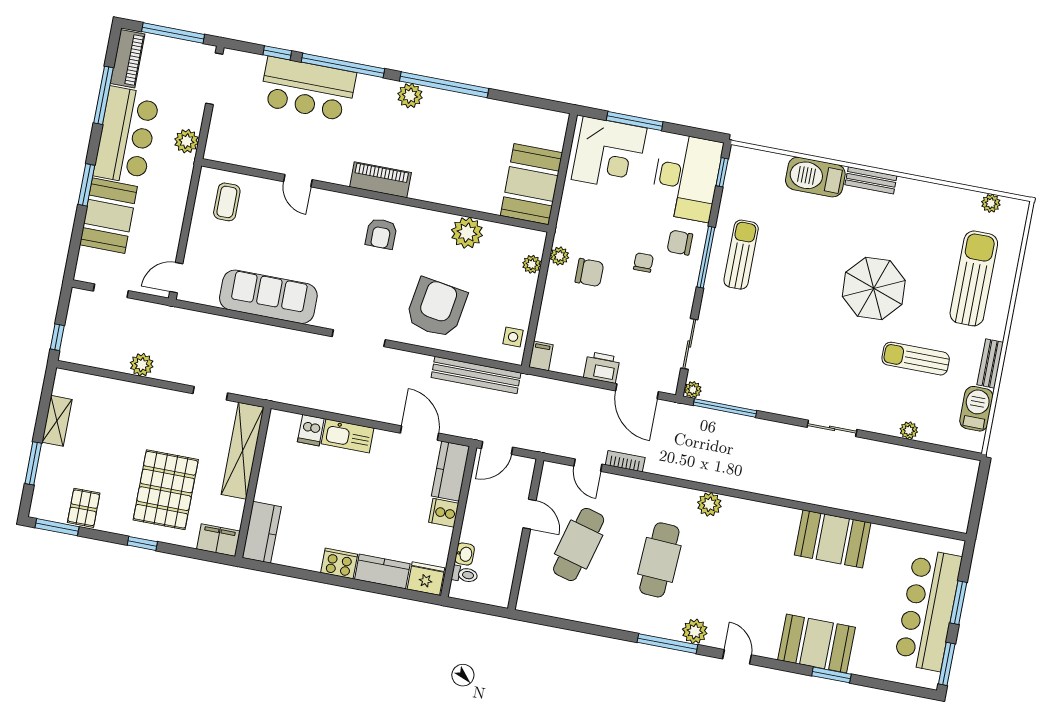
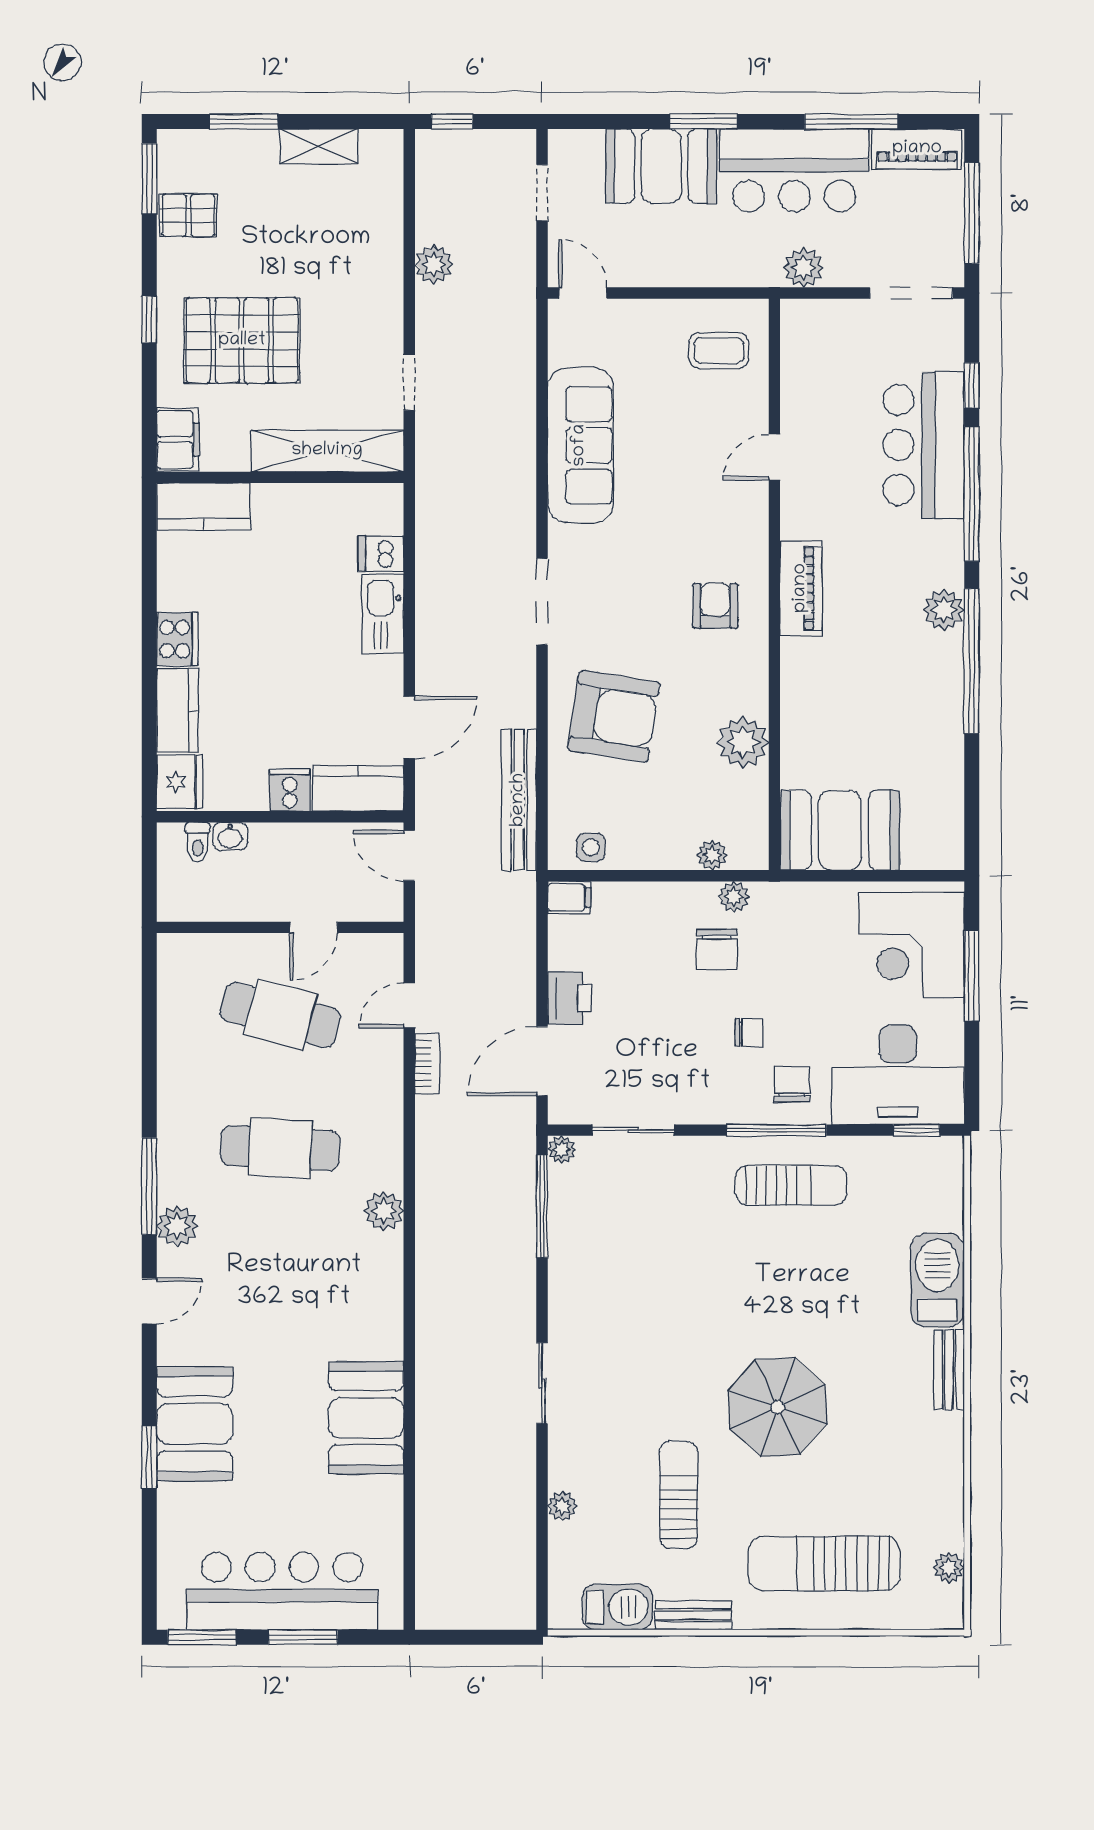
armchair: (381, 234) -> (715, 606), turned 90
sun lounger: (974, 278) -> (824, 1563), turned 180

